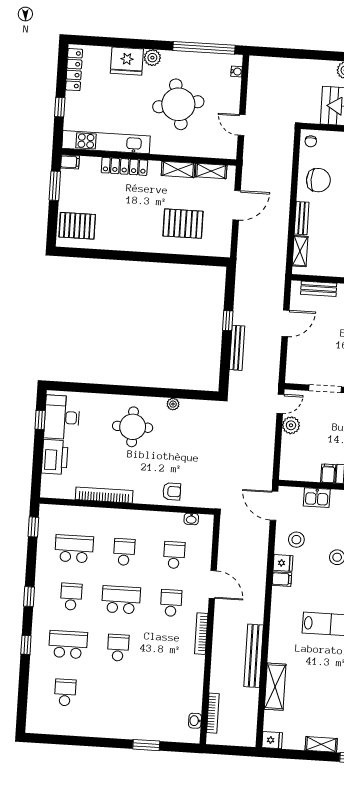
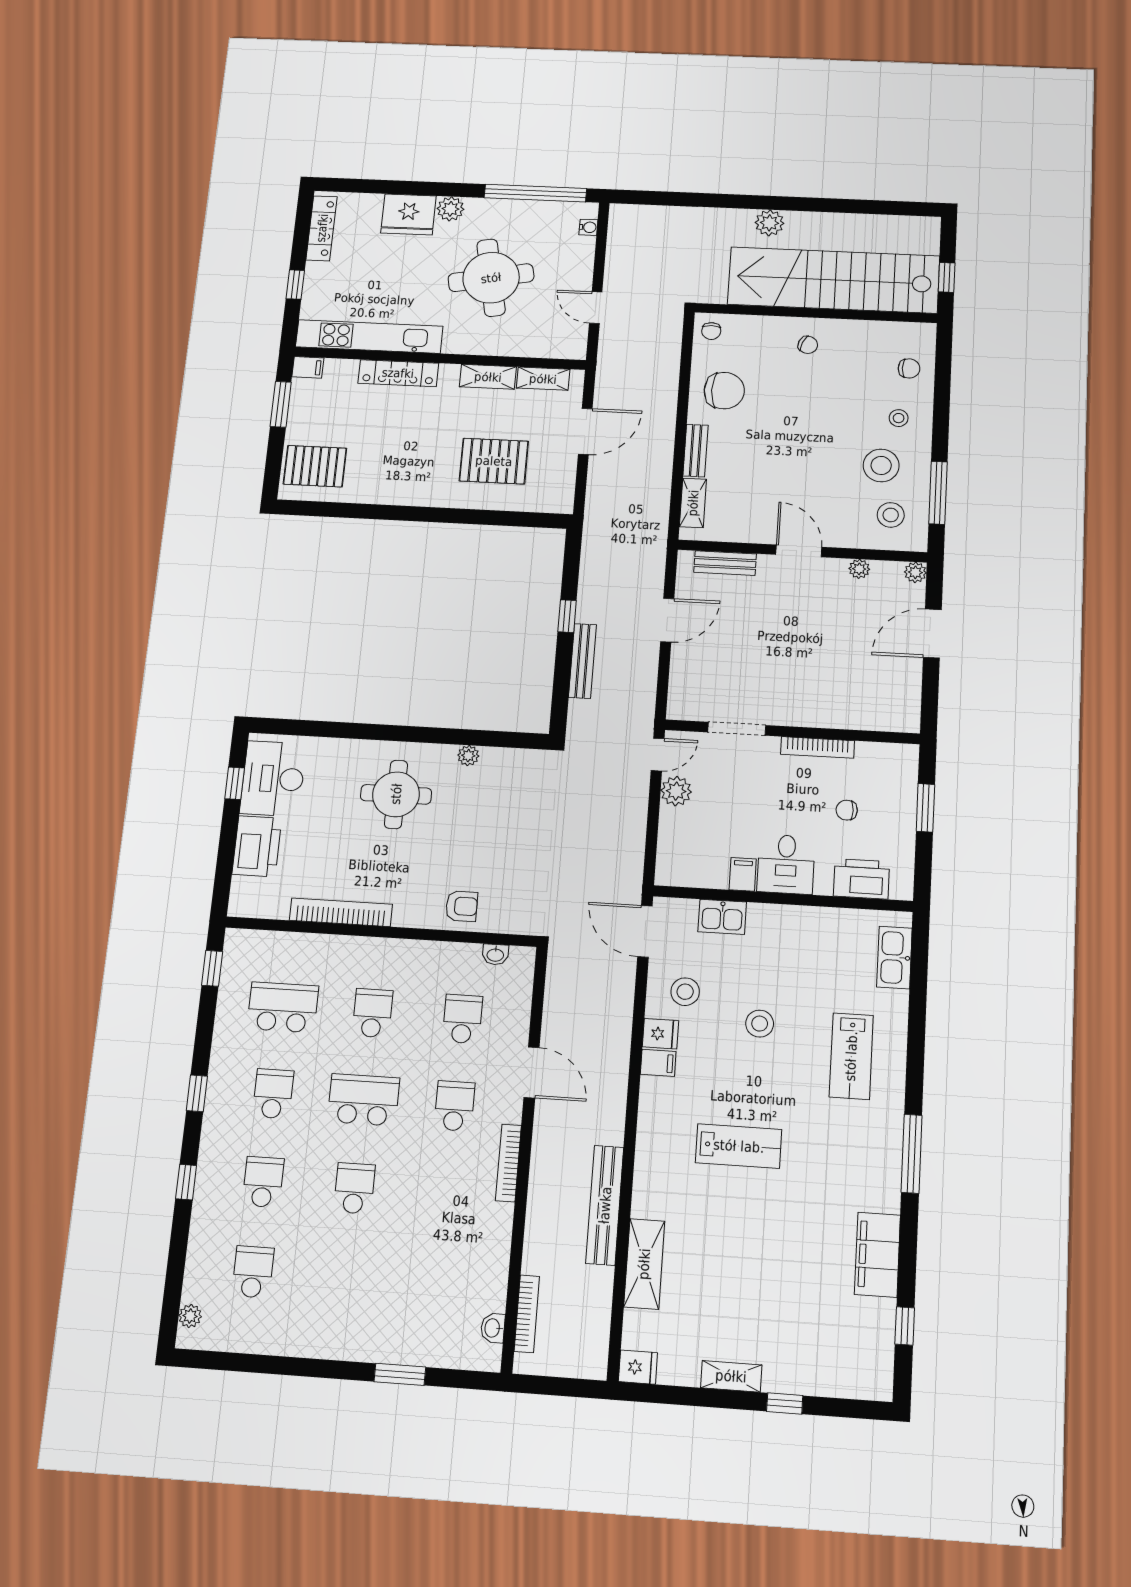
school desk: (68, 645) -> (263, 1182), width x0.54
plant: (32, 716) -> (190, 1316), added

